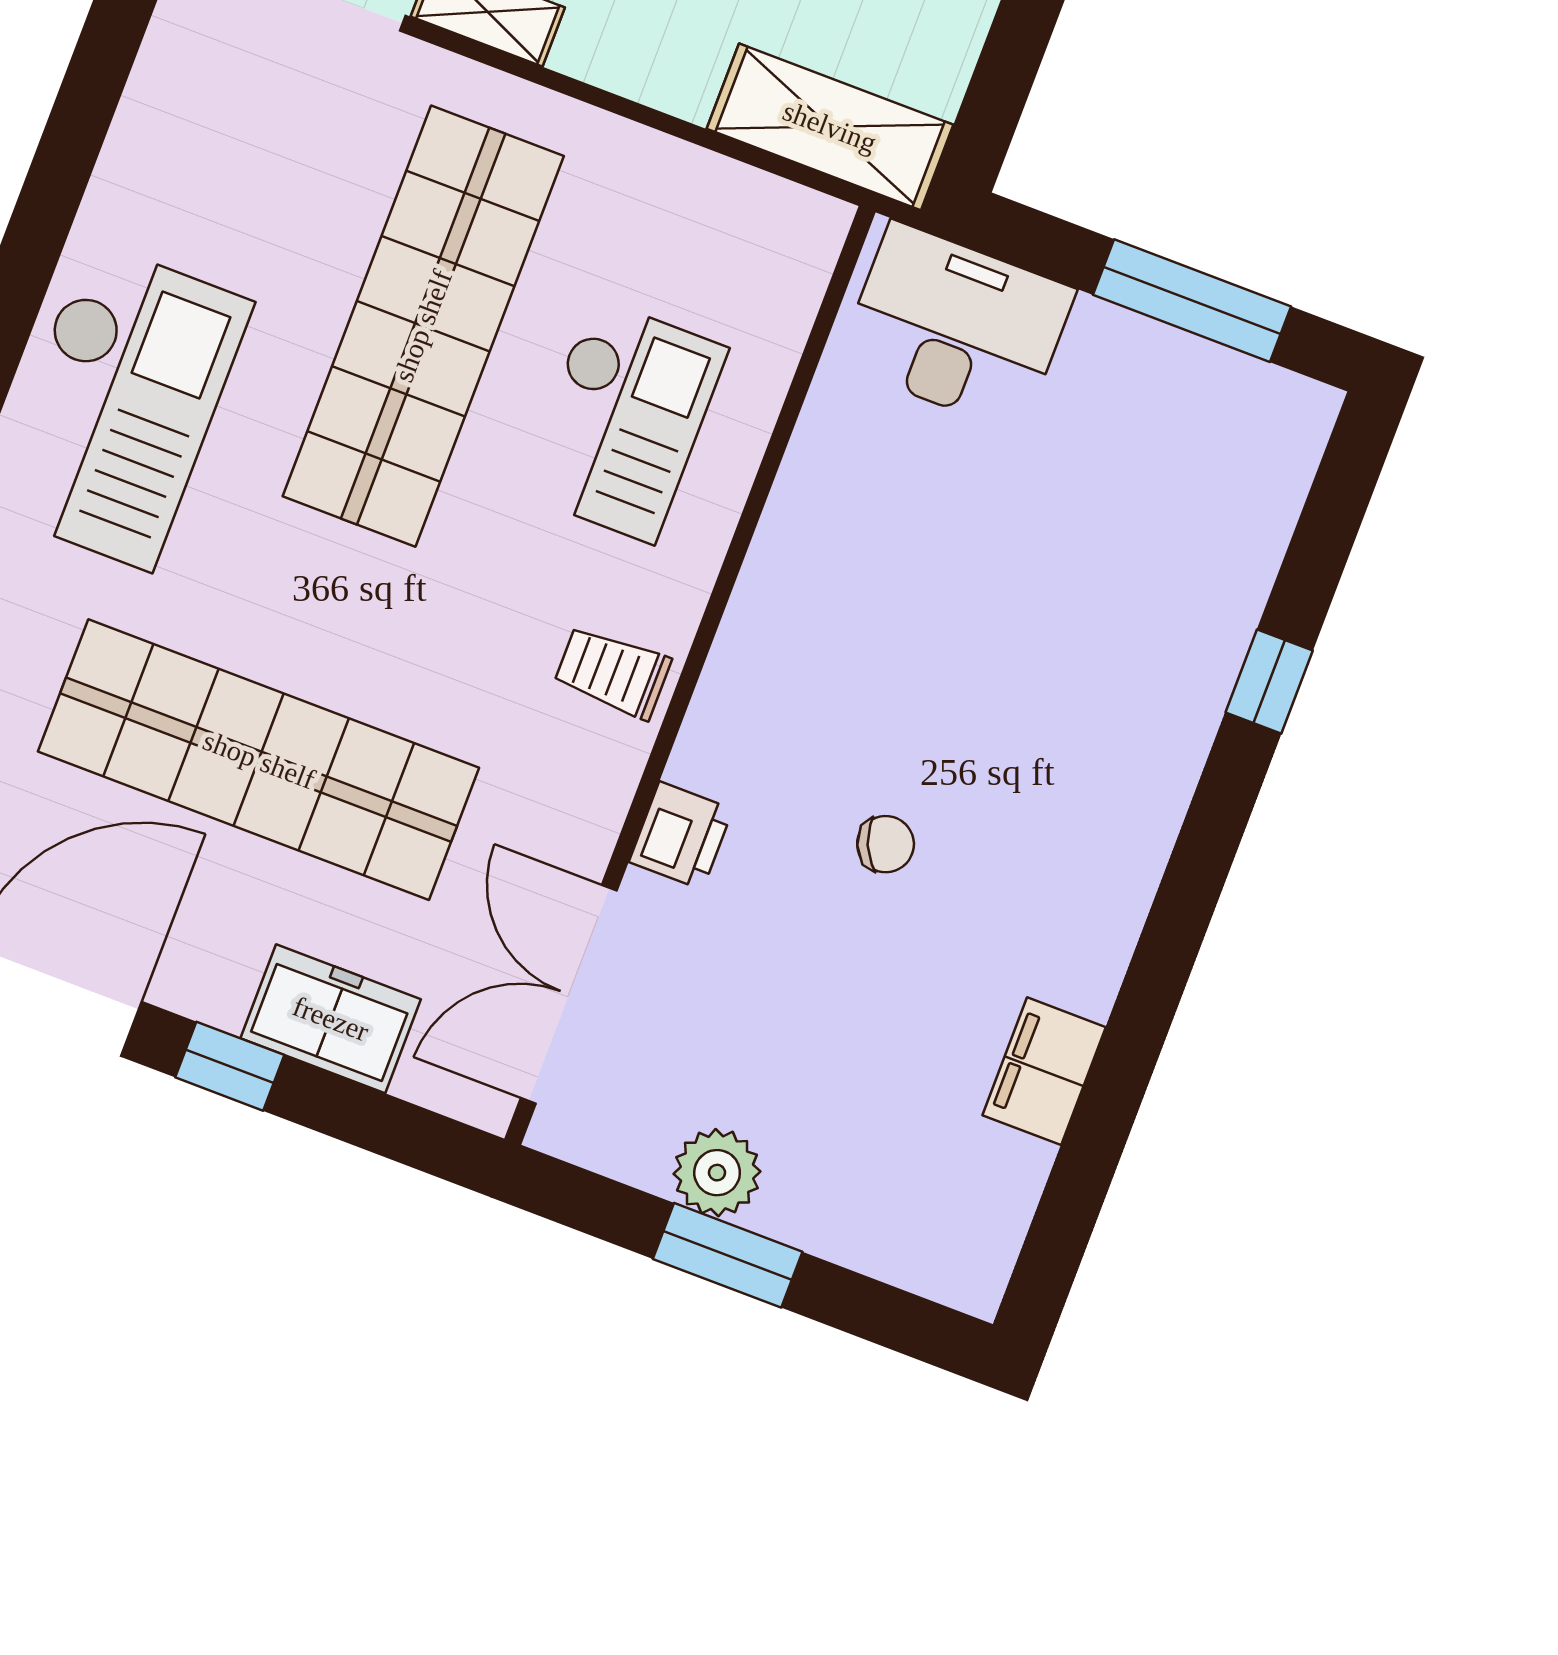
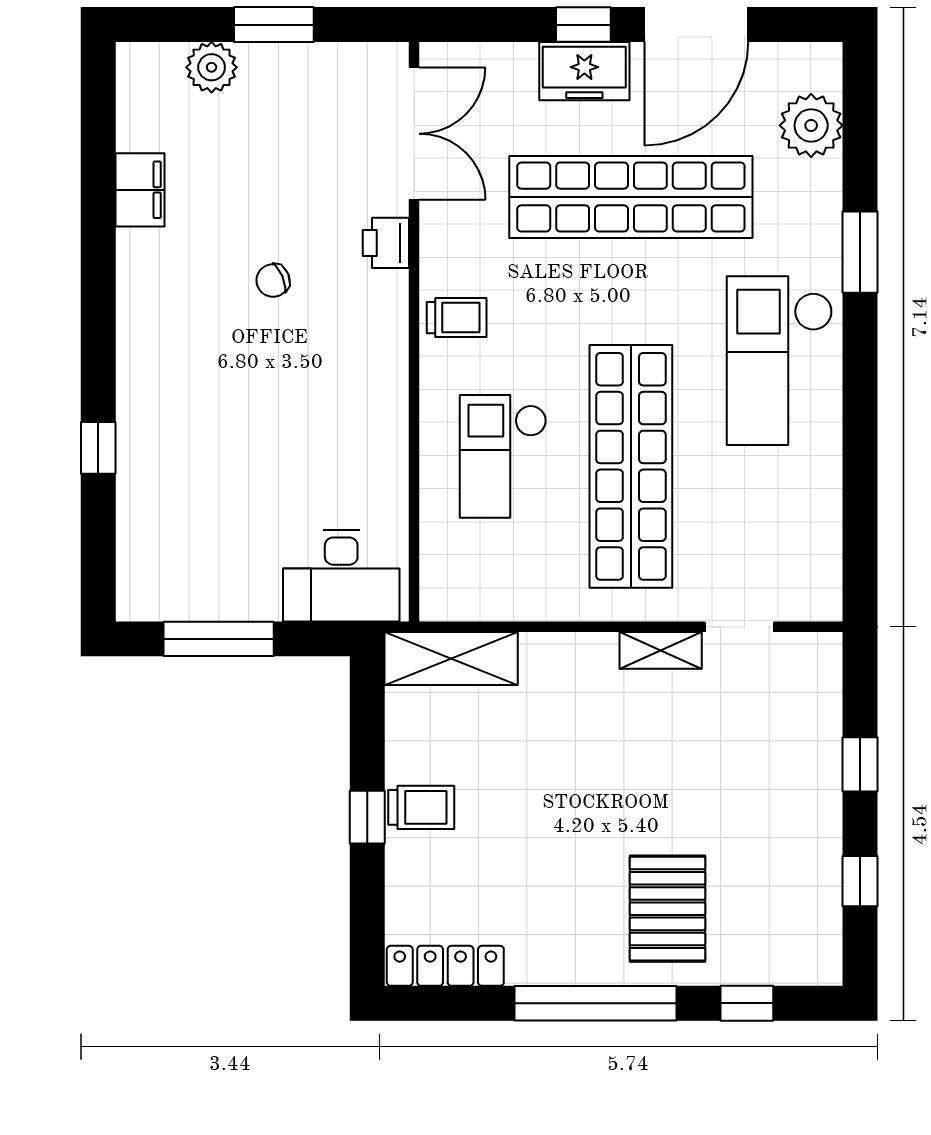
freezer: (331, 1019) -> (584, 71), moved
plant: (717, 1173) -> (212, 67), moved

